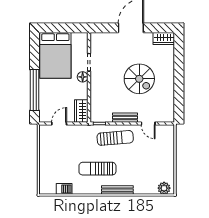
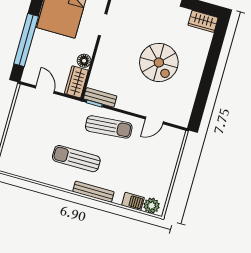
floor lamp: (83, 77) -> (84, 61), moved
bench: (125, 118) -> (100, 97), moved
door: (59, 123) -> (45, 90), hinge flipped
door: (148, 123) -> (154, 120), hinge flipped
barbecue: (64, 189) -> (133, 201), moved

